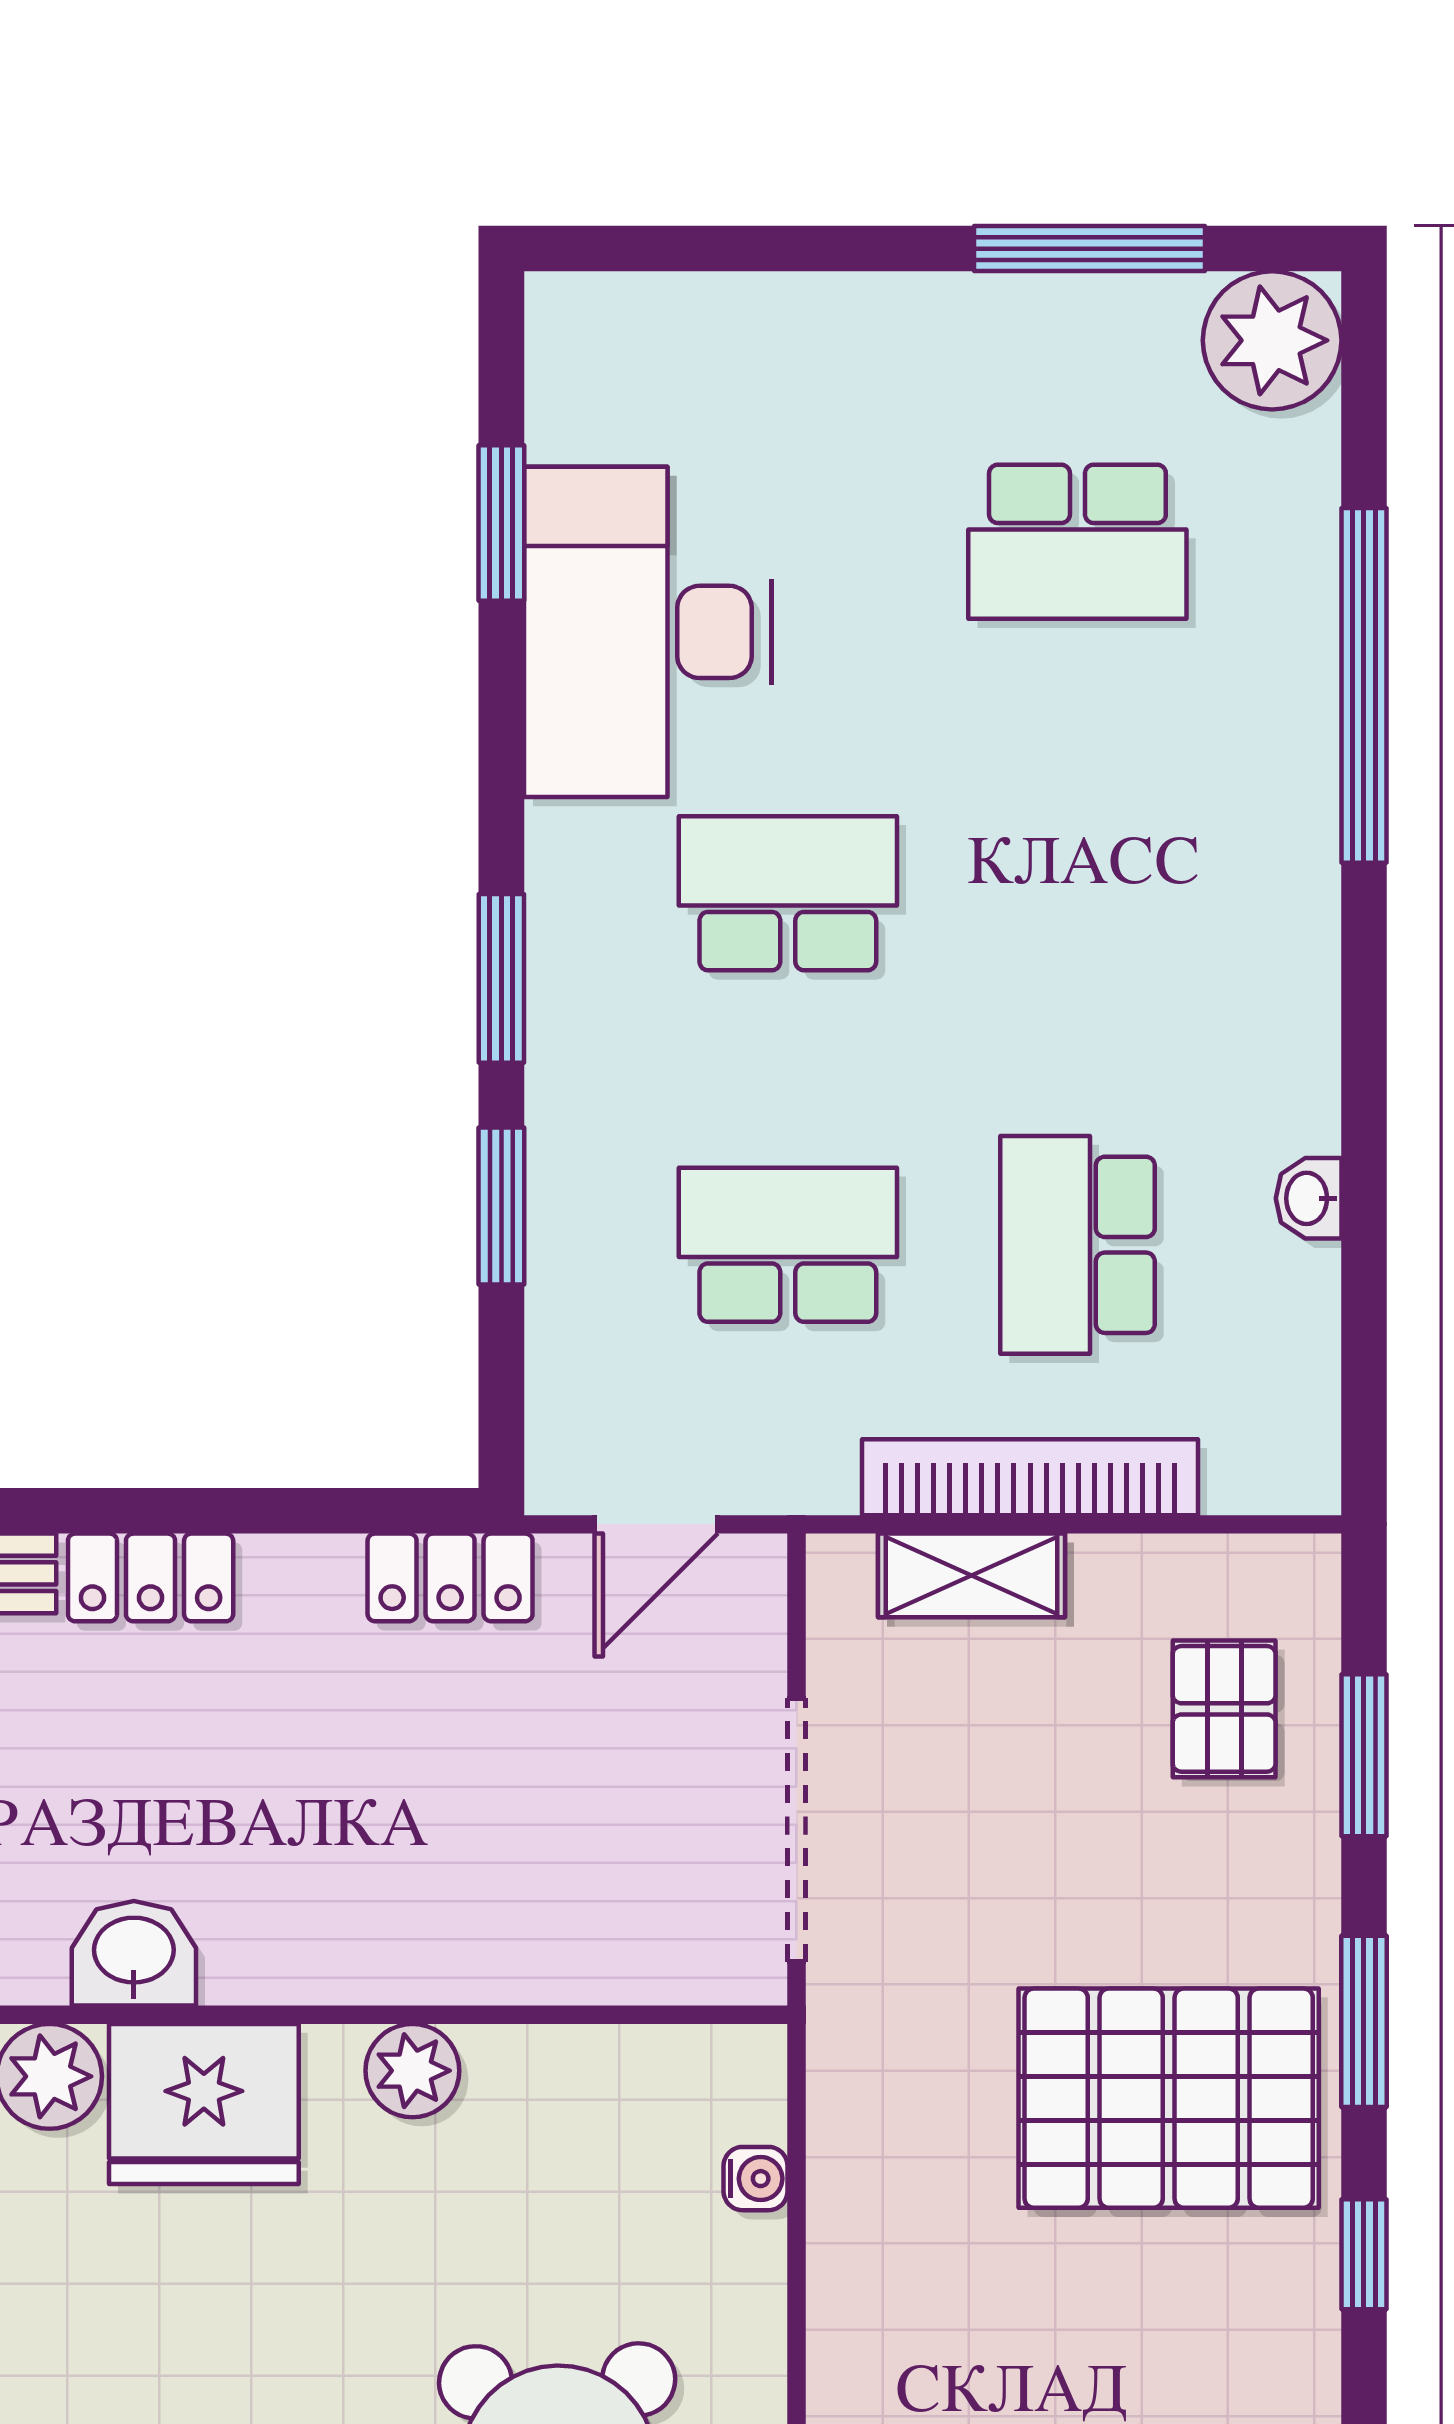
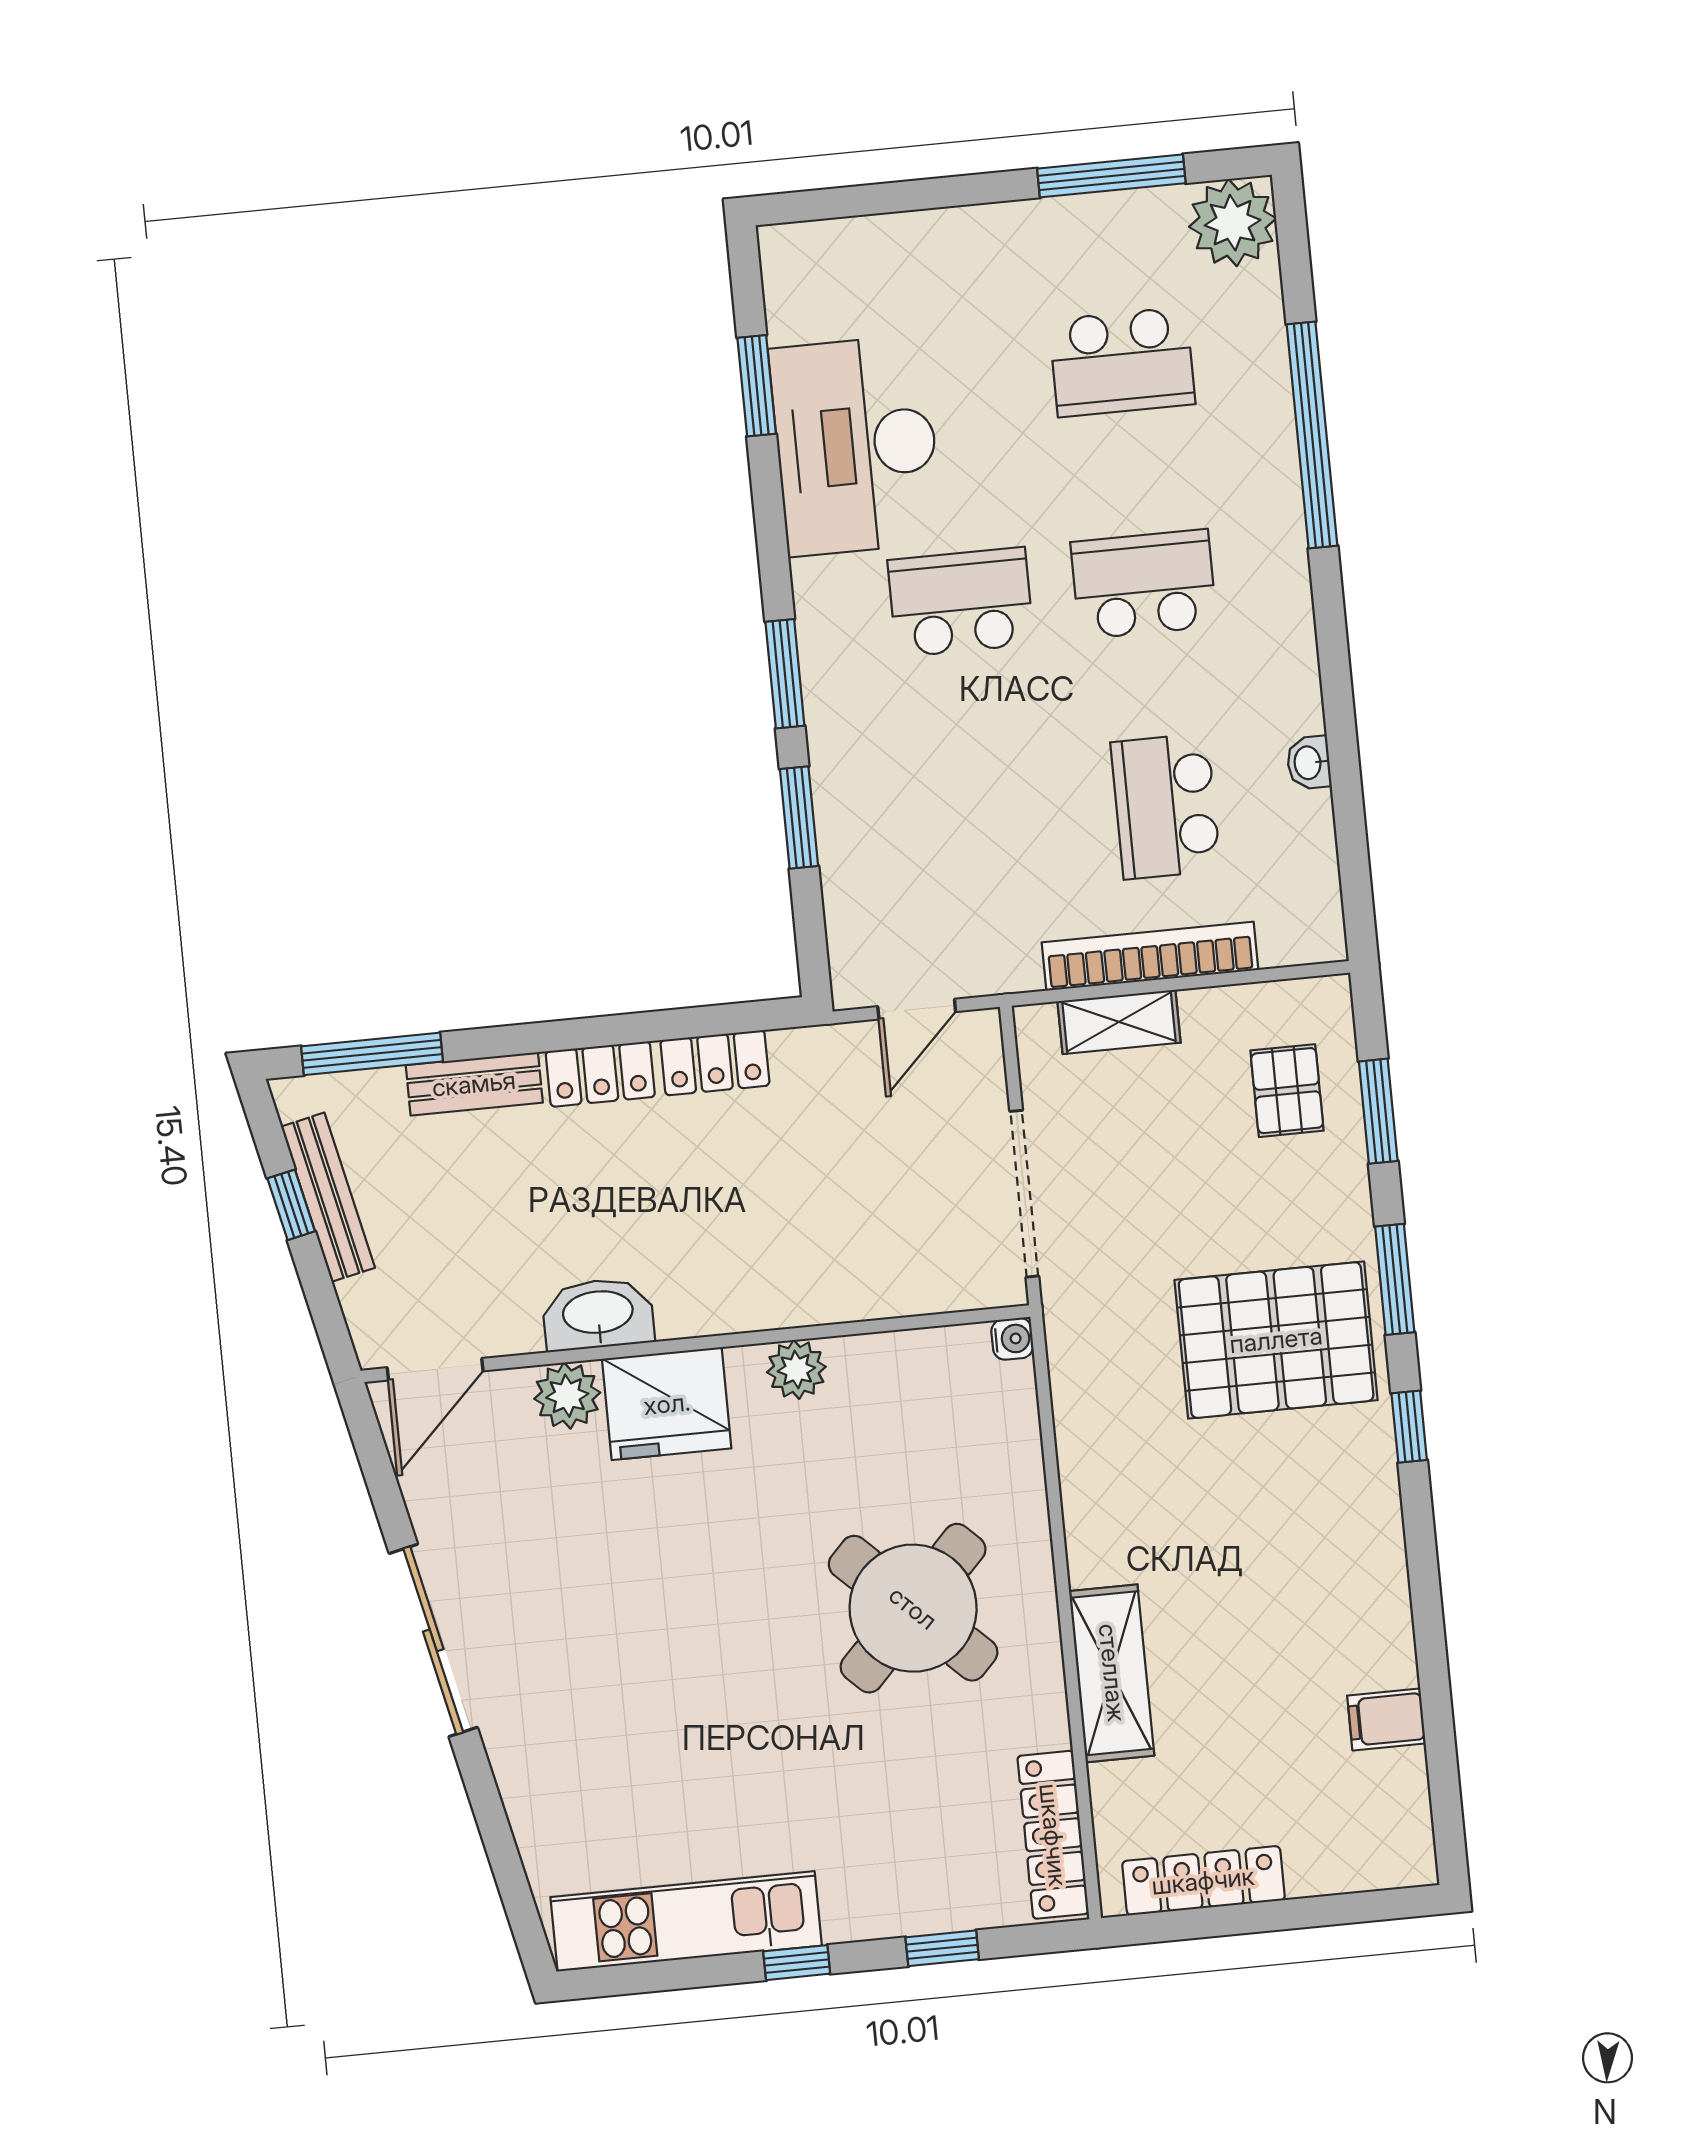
school desk: (788, 1245) -> (1144, 584), moved
locker: (450, 1577) -> (715, 1063), moved
washbasin: (134, 1953) -> (598, 1314), width x1.38
water cooler: (756, 2179) -> (1012, 1339), moved

